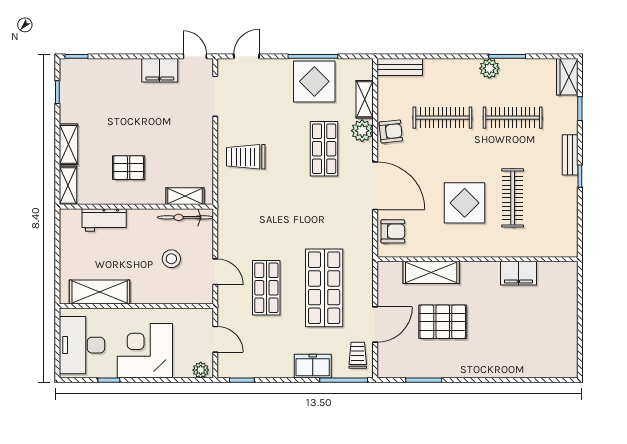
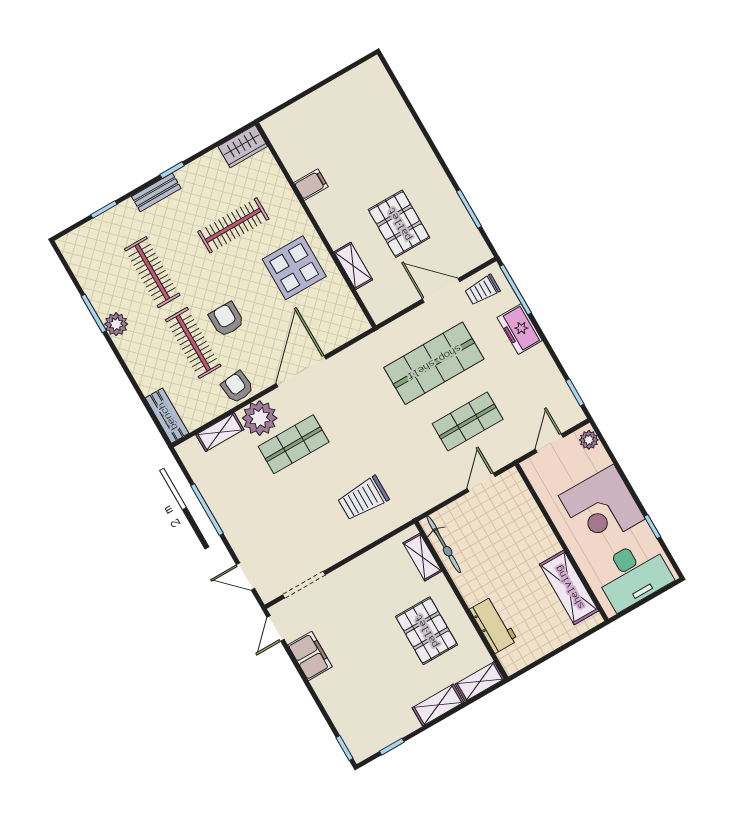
wardrobe: (567, 77) -> (243, 146), moved
display table: (314, 81) -> (231, 493), removed
plant: (362, 131) -> (260, 418), width x1.36, depth x1.36
trolley: (246, 157) -> (363, 498), moved, turned 90
pallet: (129, 168) -> (426, 631), width x1.50, depth x1.42
display table: (465, 203) -> (294, 268), moved
armchair: (393, 231) -> (226, 319), moved
stool: (171, 259) -> (494, 534), removed
shelving: (431, 272) -> (353, 266), width x0.67, depth x0.75
filing cabinet: (518, 273) -> (311, 185), width x0.50

